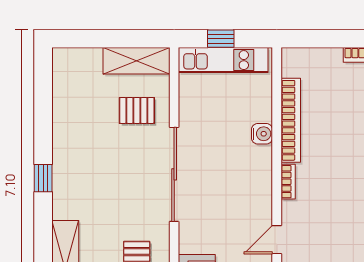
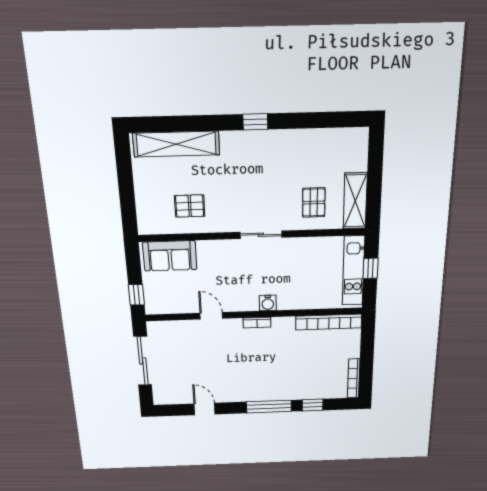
bookcase: (291, 120) -> (329, 322), moved
water cooler: (262, 134) -> (268, 303), moved
sliding door: (174, 174) -> (261, 235), width x0.54

